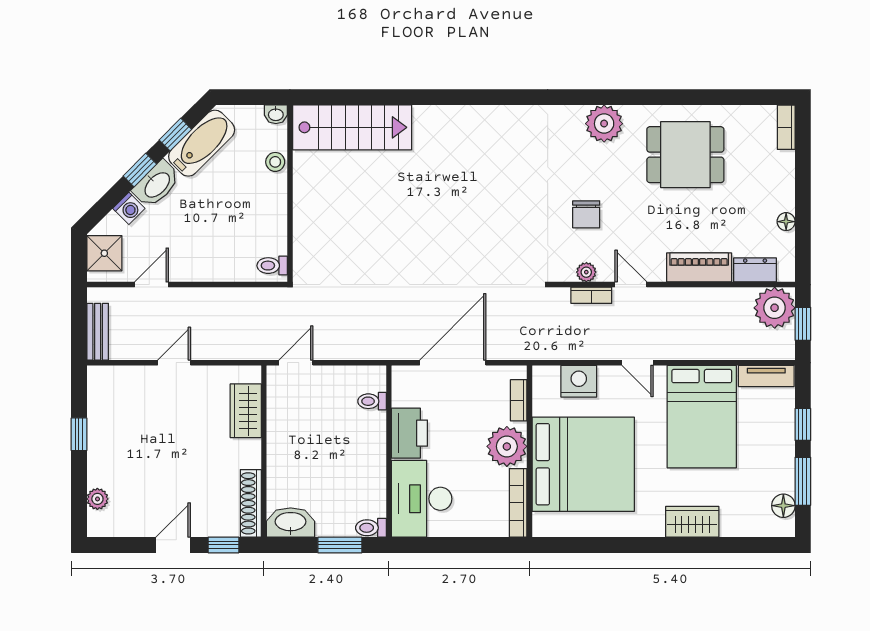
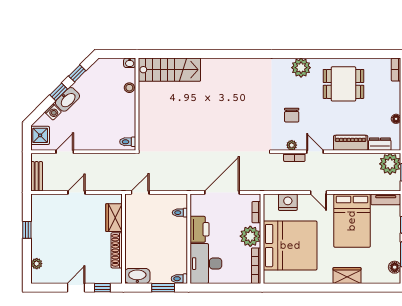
bathtub: (202, 143) -> (91, 78), removed
shoe rack: (251, 503) -> (117, 250), moved

